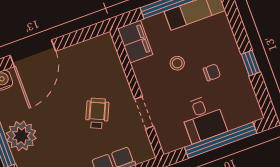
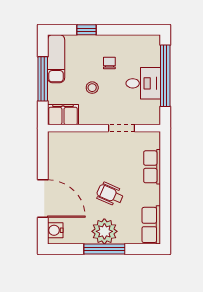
window: (251, 63) -> (86, 30), moved
wheelchair: (97, 113) -> (110, 194), moved

